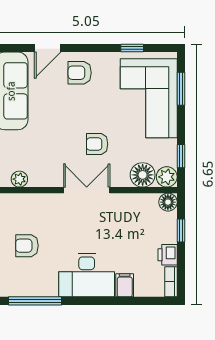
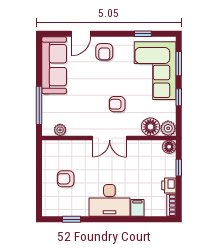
armchair: (80, 73) -> (104, 52), turned -90
window: (181, 156) -> (179, 97), moved
double door: (87, 190) -> (110, 138), swing flipped
window: (35, 301) -> (72, 219), width x0.46

